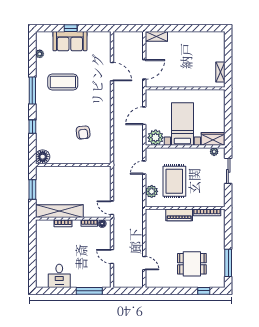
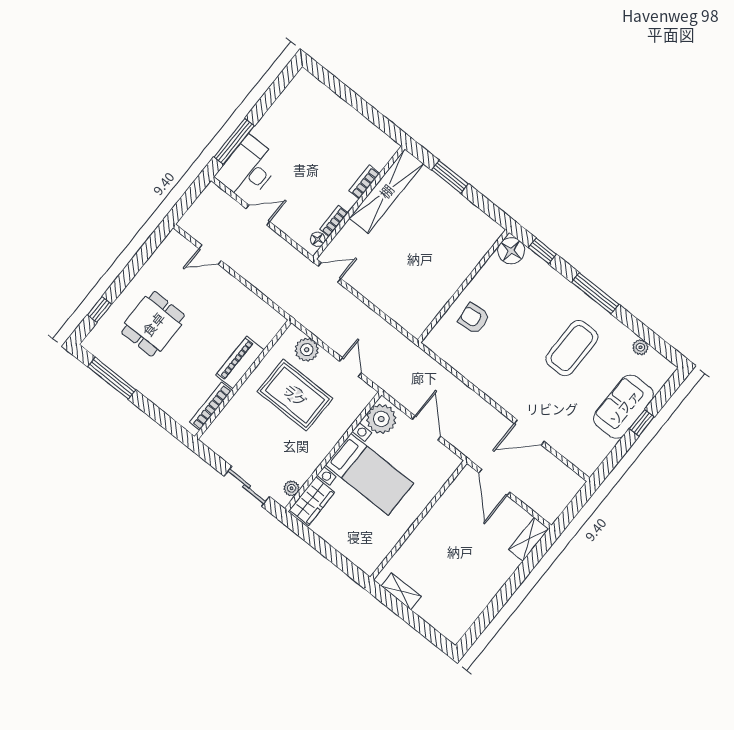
floor lamp: (43, 157) -> (511, 251), moved
wall: (73, 165) -> (463, 286), moved
desk: (59, 276) -> (248, 169), moved, width x1.37

